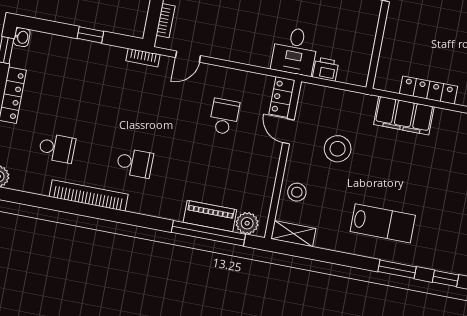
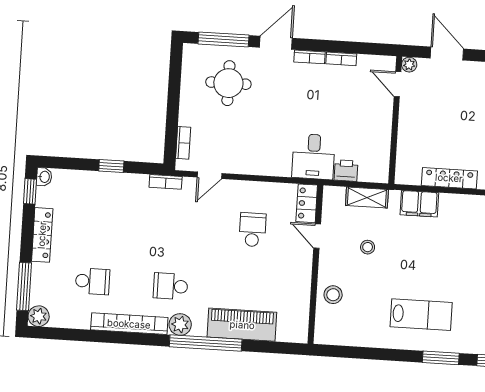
filing cabinet: (404, 116) -> (419, 204), width x0.67, depth x0.86
stool: (338, 149) -> (368, 247), width x0.53, depth x0.53
school desk: (135, 163) -> (171, 286), turned 180
piano: (210, 216) -> (242, 325), width x1.37, depth x1.33
plant: (247, 223) -> (180, 325), moved
window: (208, 233) -> (206, 343), moved
shelving: (293, 234) -> (367, 197), moved

